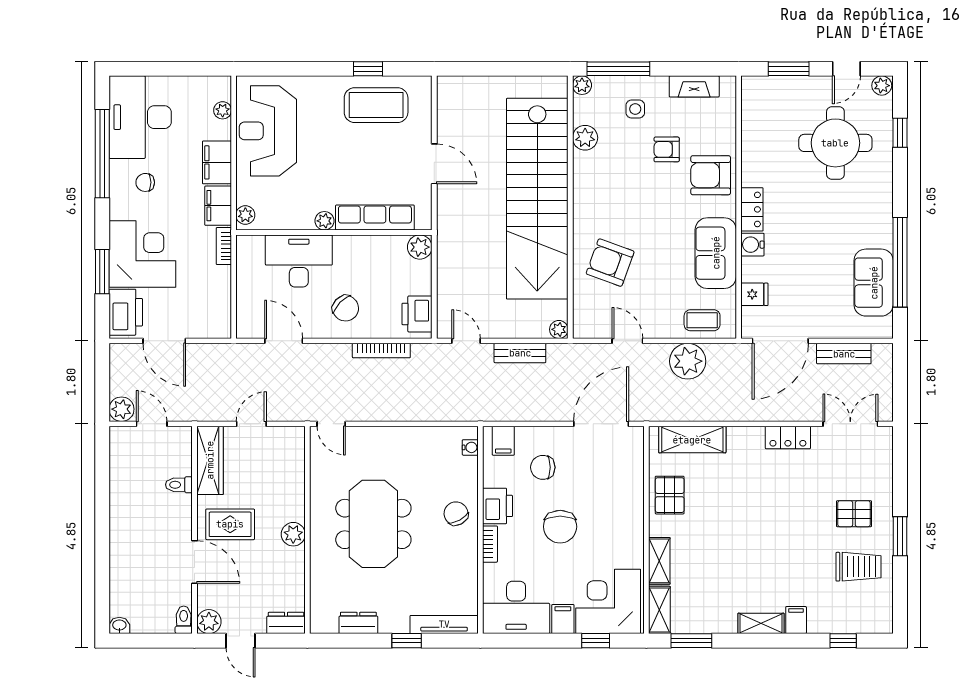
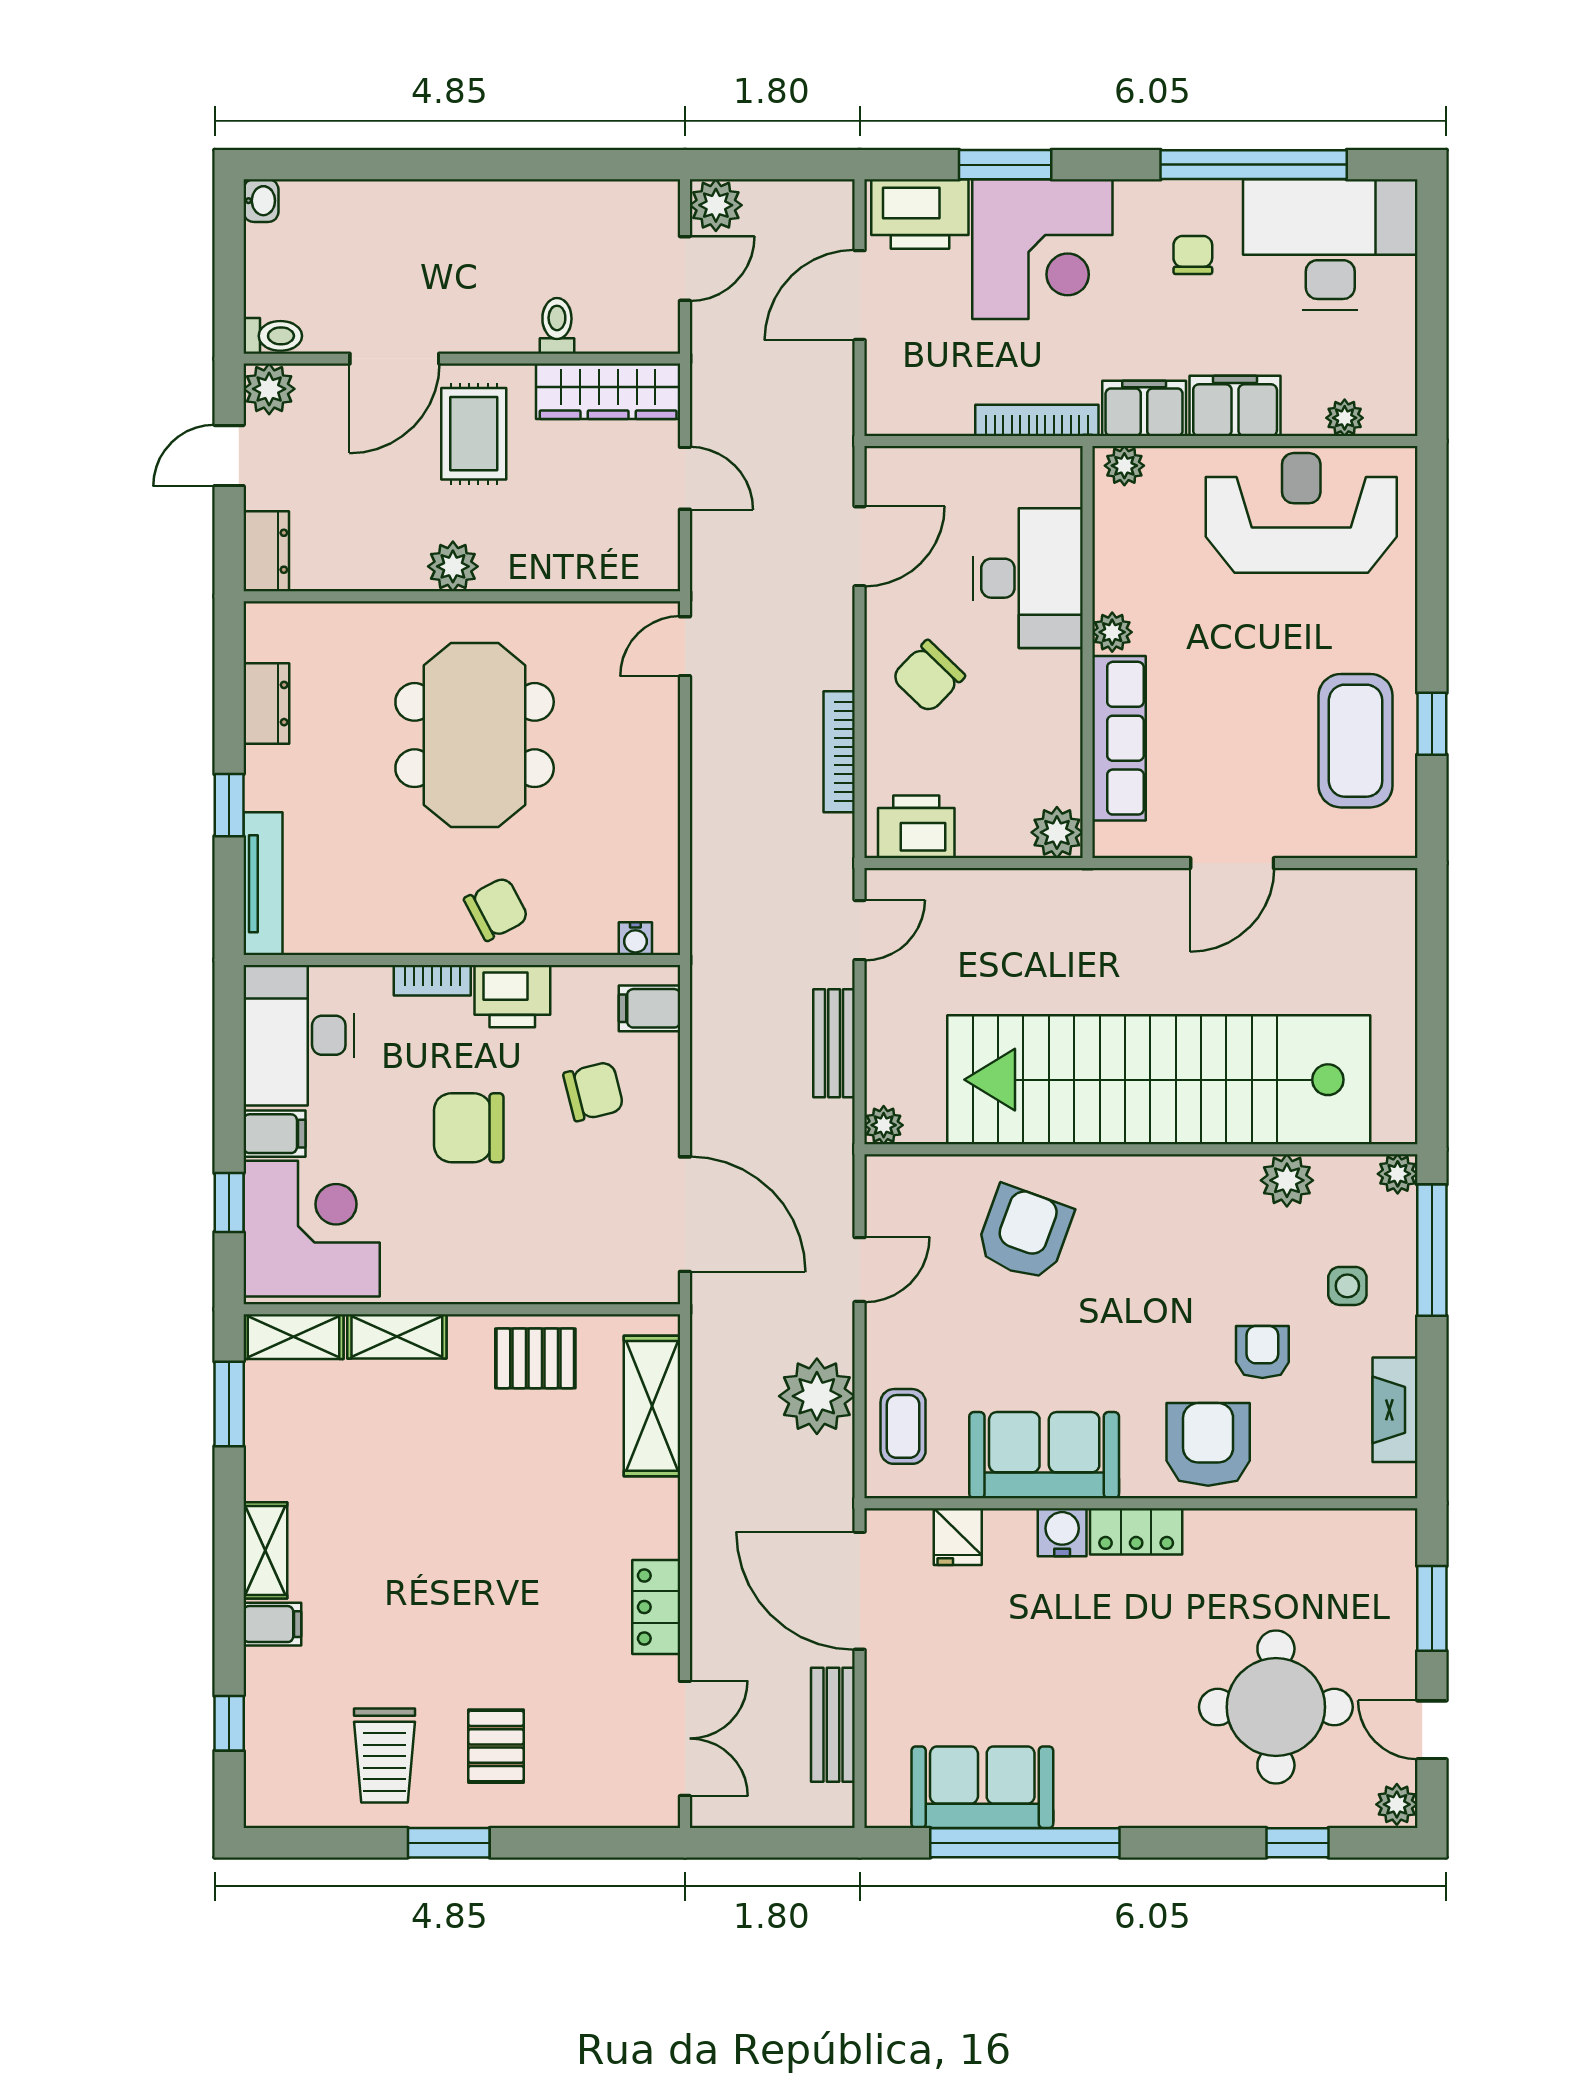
bookcase: (224, 246) -> (1037, 420), width x1.56
chair: (543, 467) -> (594, 1091), turned 76
meeting table: (373, 524) -> (475, 735), turned 90

